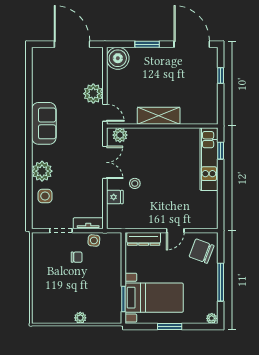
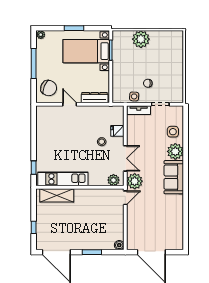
boiler: (118, 58) -> (119, 245), width x0.54, depth x0.54
plant: (93, 94) -> (135, 181), moved
door: (105, 113) -> (125, 198), swing flipped
shelving: (159, 116) -> (57, 195), moved
sofa: (44, 123) -> (174, 177), moved
kitchen unit: (209, 159) -> (63, 179), moved, turned -90
double door: (105, 162) -> (125, 158), swing flipped
door: (175, 231) -> (70, 104), hinge flipped
plant: (80, 318) -> (141, 39), width x1.87, depth x1.87

